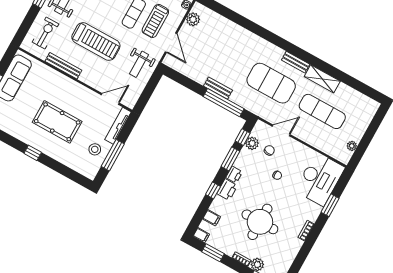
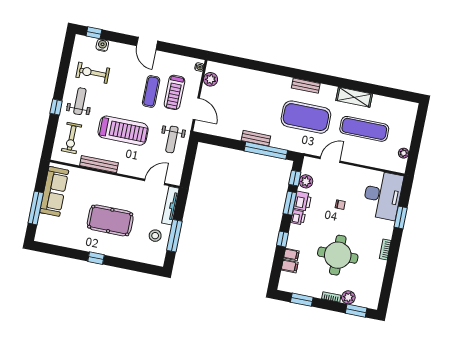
exercise bike: (46, 33) -> (72, 138), turned 180
bench: (296, 62) -> (306, 86), moved
chair: (269, 150) -> (325, 183), removed
printer: (227, 190) -> (303, 201), moved
filing cabinet: (201, 235) -> (291, 254), moved

